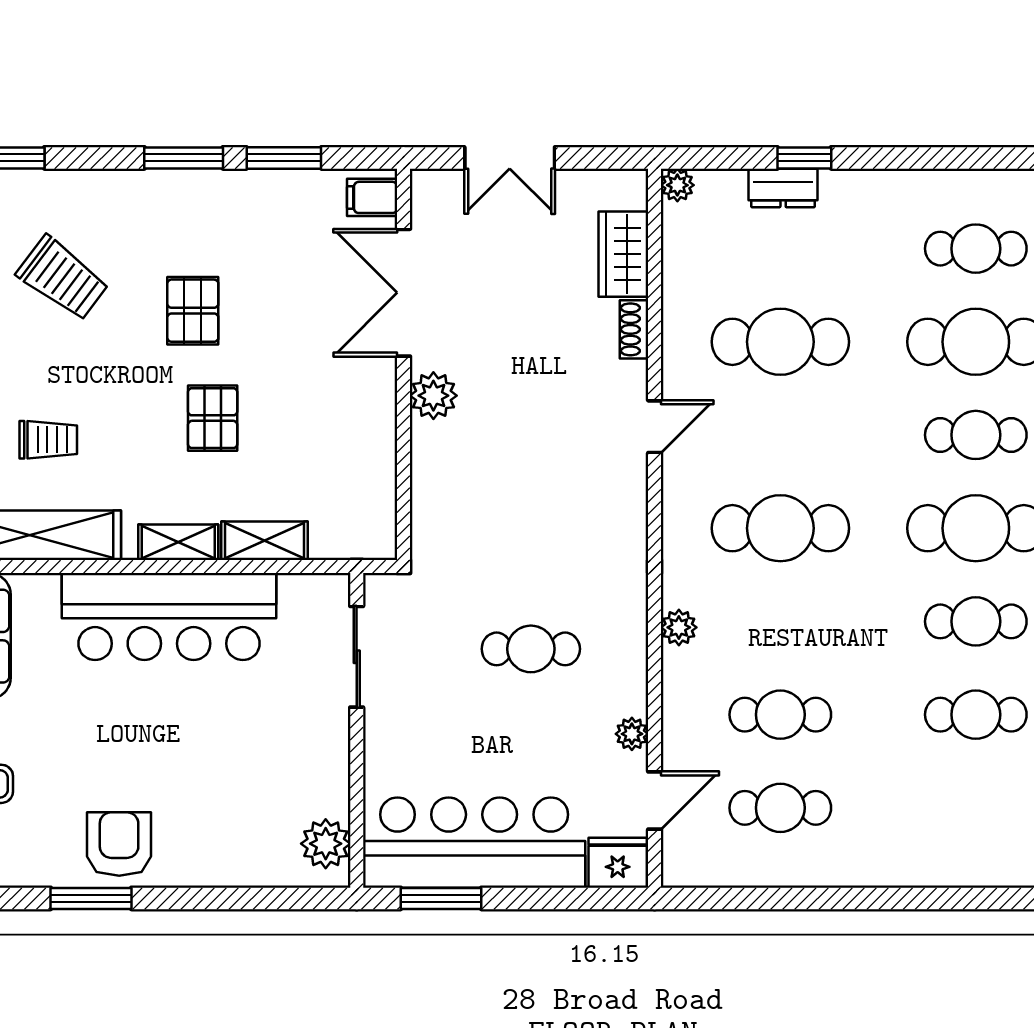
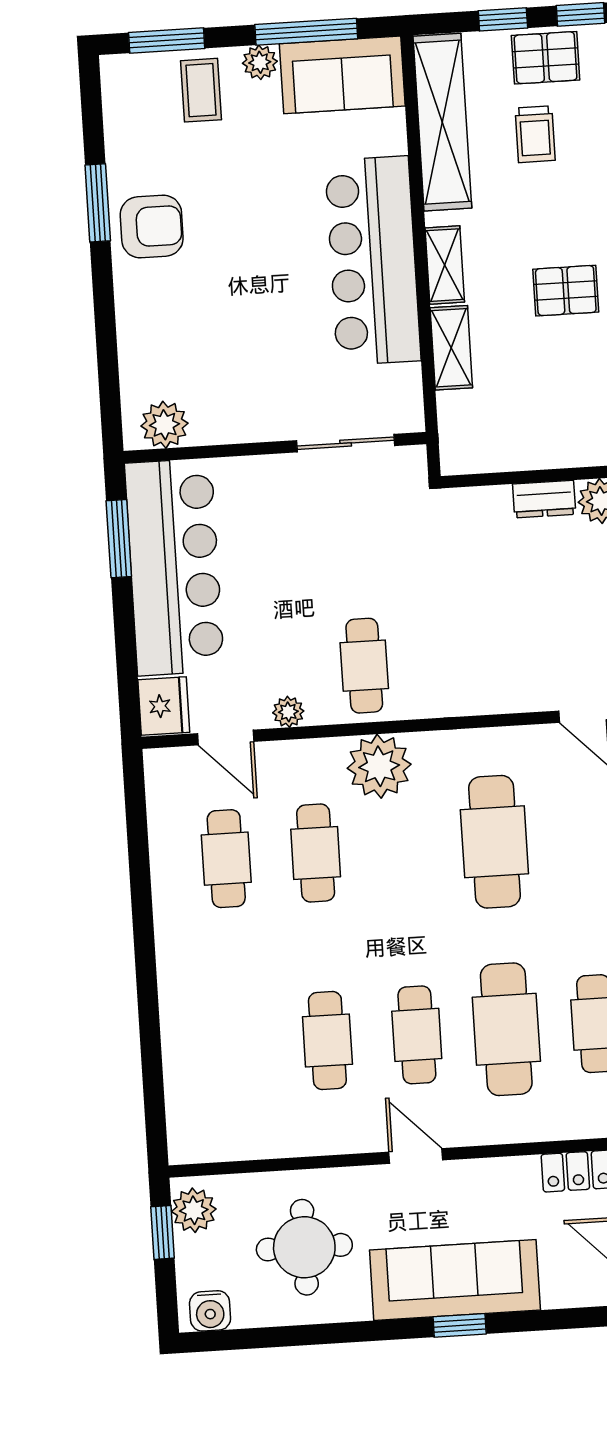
dresser: (428, 454) -> (544, 499), added
plant: (679, 627) -> (379, 766), width x1.88, depth x1.88
cafe table: (531, 649) -> (364, 666), moved

